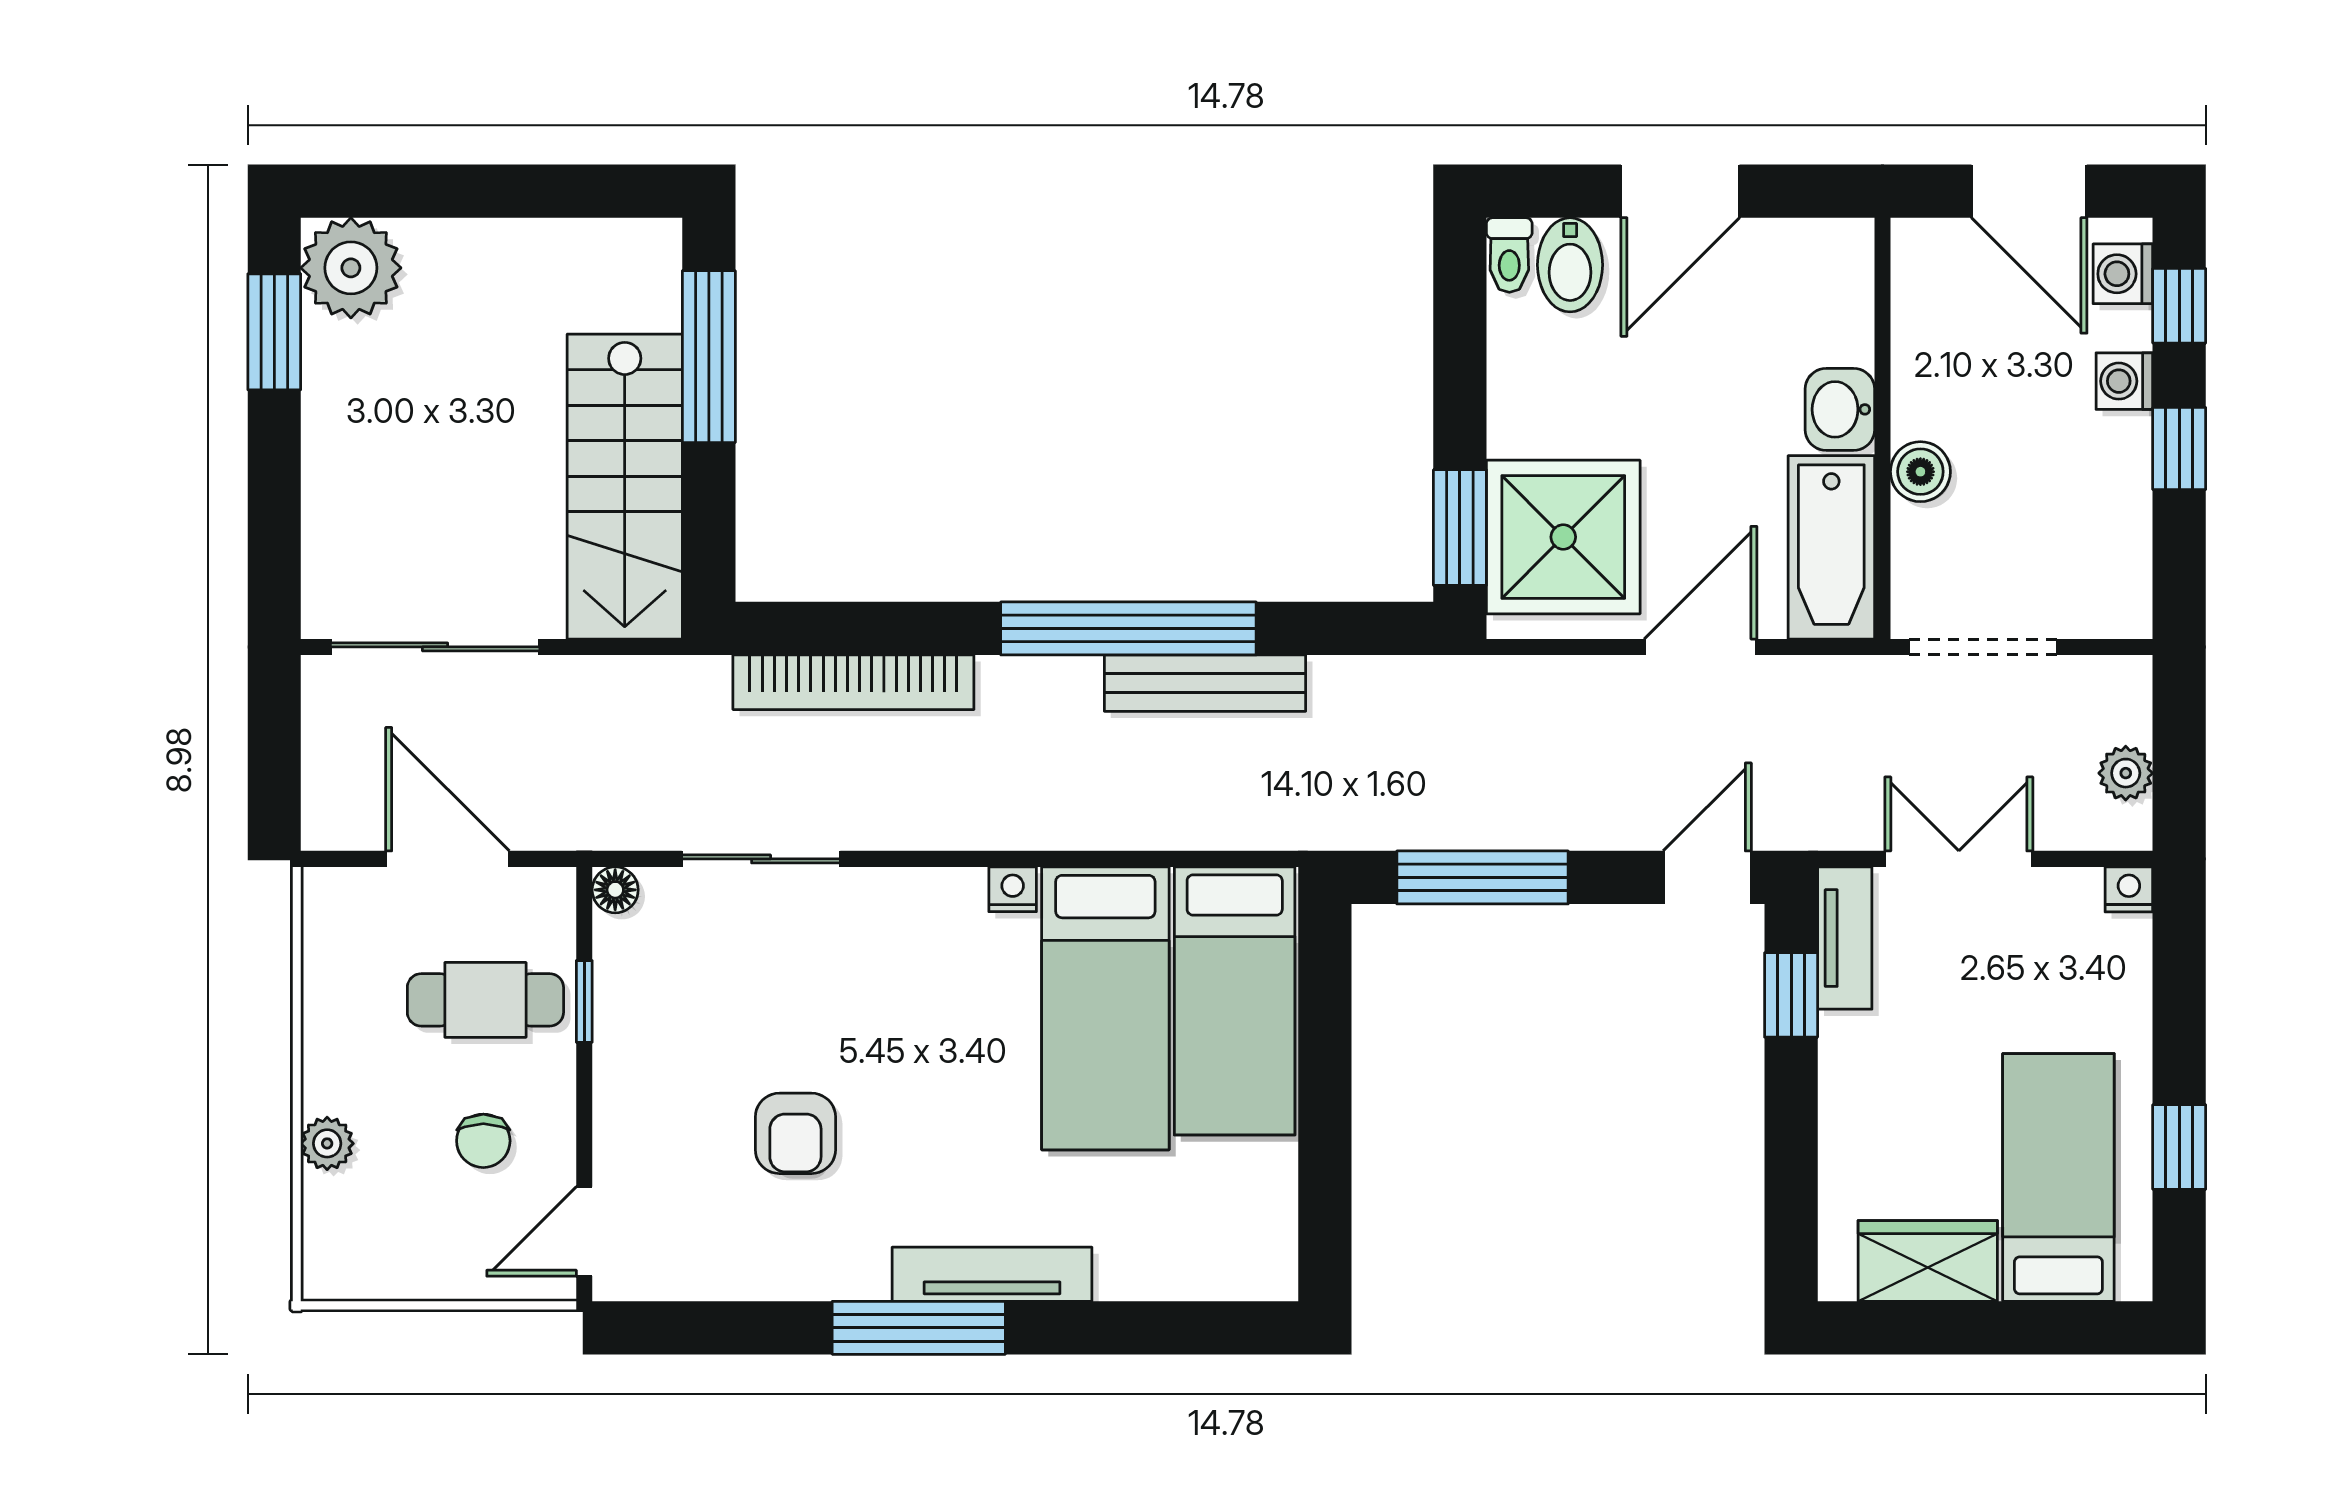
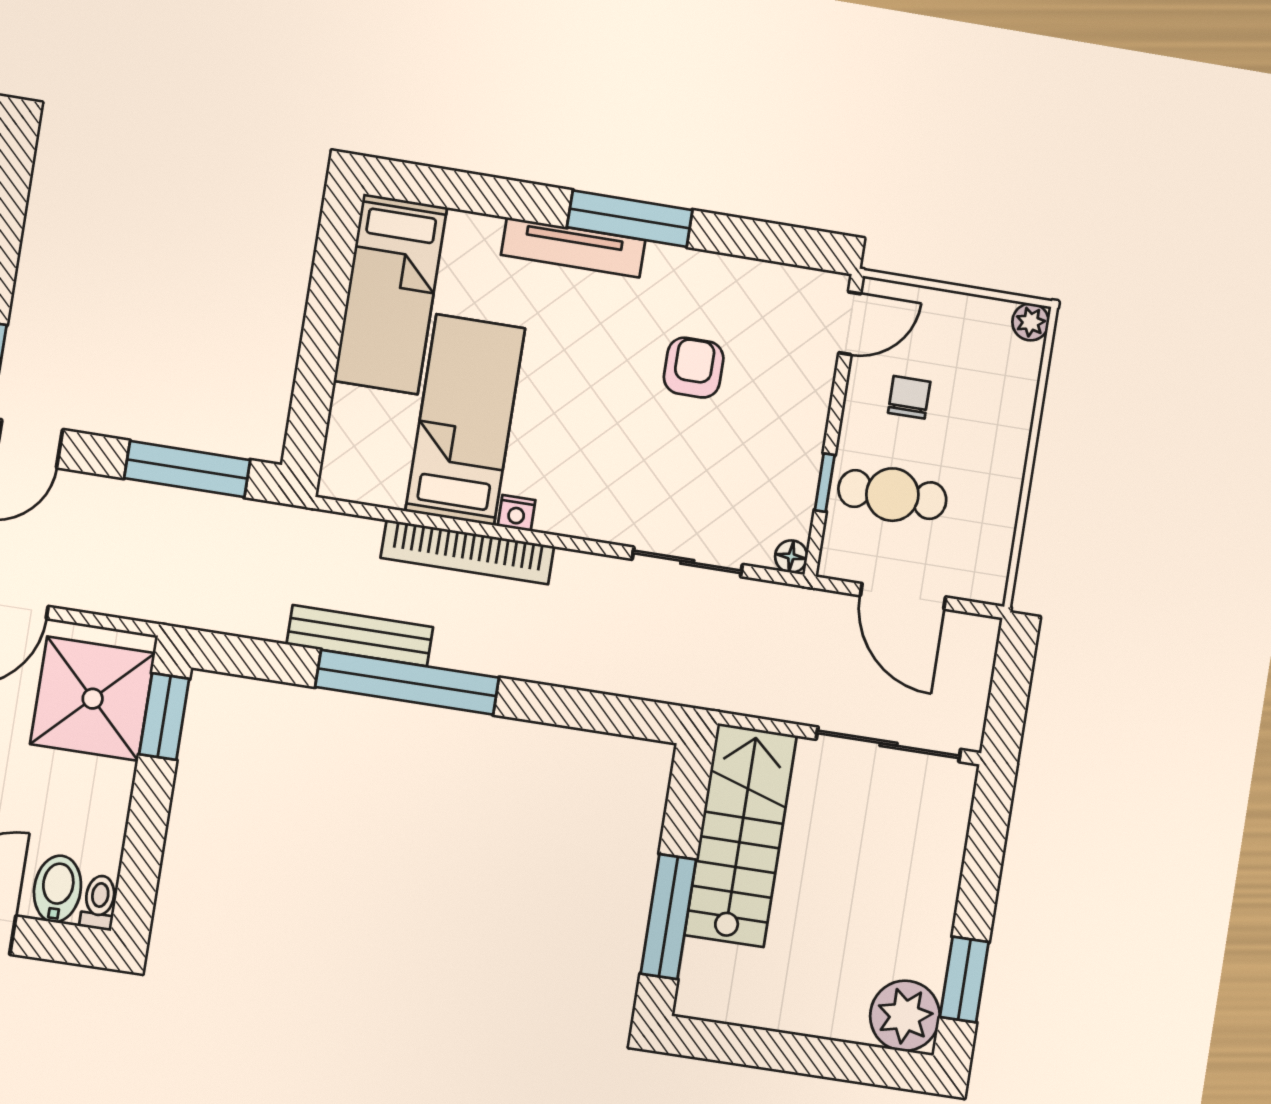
bookcase: (853, 682) -> (467, 552), moved, turned 180
bed: (1235, 1001) -> (390, 294), moved, turned 180
plant: (327, 1143) -> (1031, 322), moved

